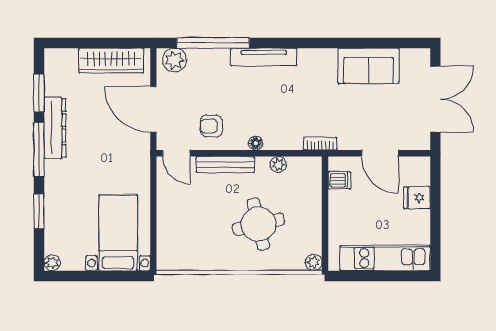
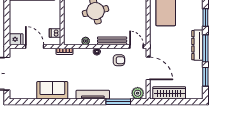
window: (213, 43) -> (118, 102), width x0.68
sofa: (369, 66) -> (52, 90), moved
dresser: (55, 128) -> (197, 45), moved
fridge: (417, 198) -> (16, 39), moved

